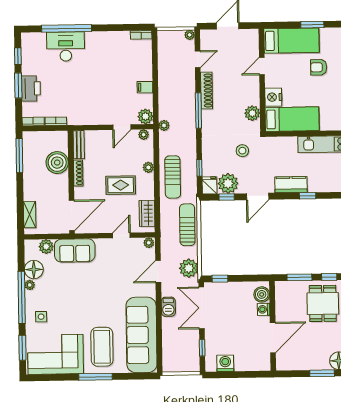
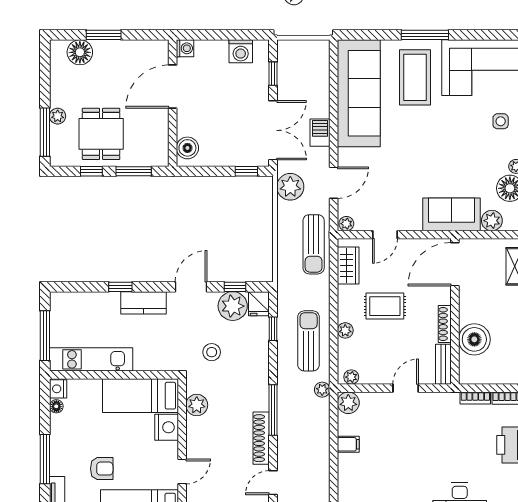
door: (122, 127) -> (406, 388), moved
sun lounger: (173, 177) -> (309, 341), moved
sun lounger: (187, 225) -> (314, 244), moved
washing machine: (264, 309) -> (185, 48), moved

